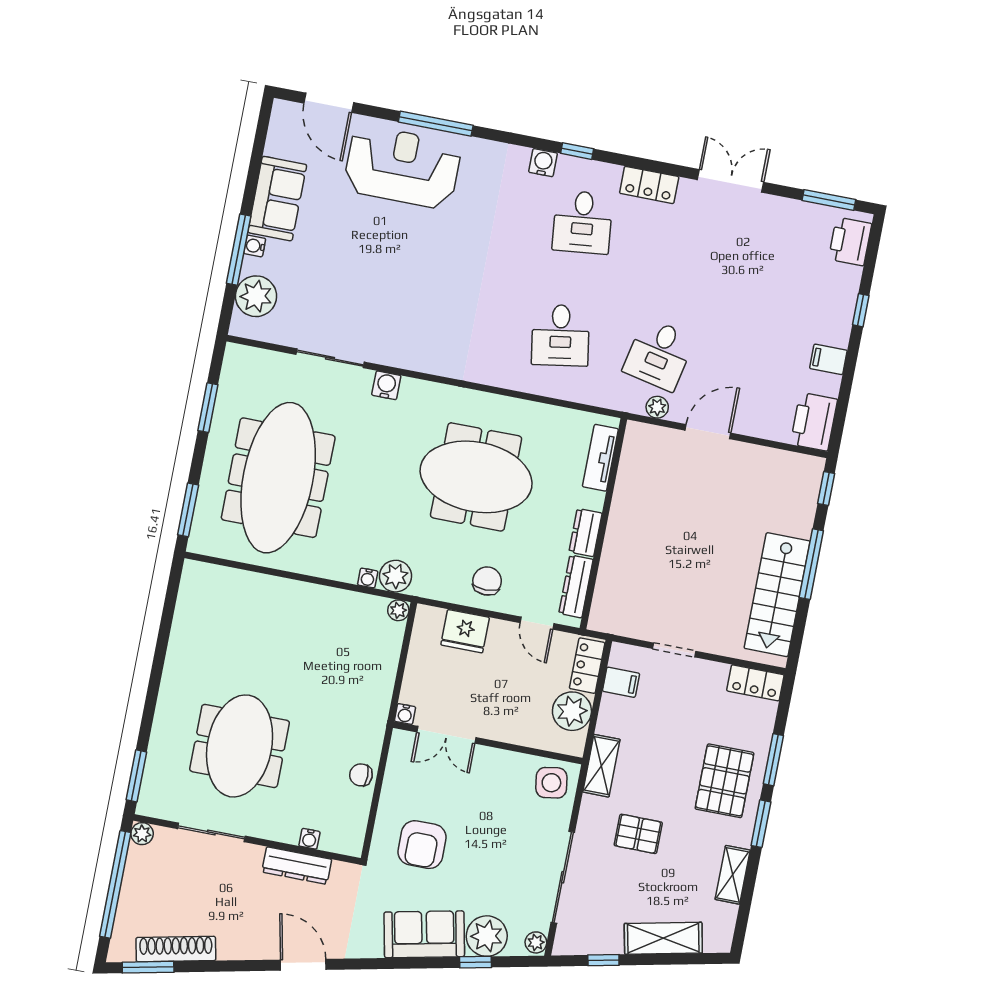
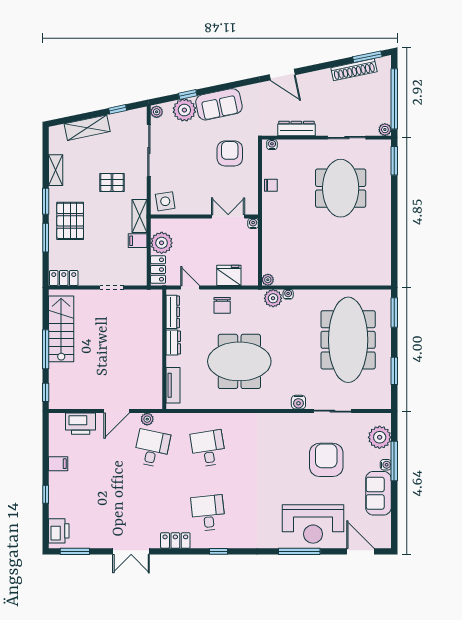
water cooler: (543, 163) -> (236, 541), removed
armchair: (357, 275) -> (326, 460), added
printer: (814, 422) -> (81, 424), moved, turned 90
filing cabinet: (621, 682) -> (138, 241), moved
water cooler: (309, 839) -> (272, 145), moved

